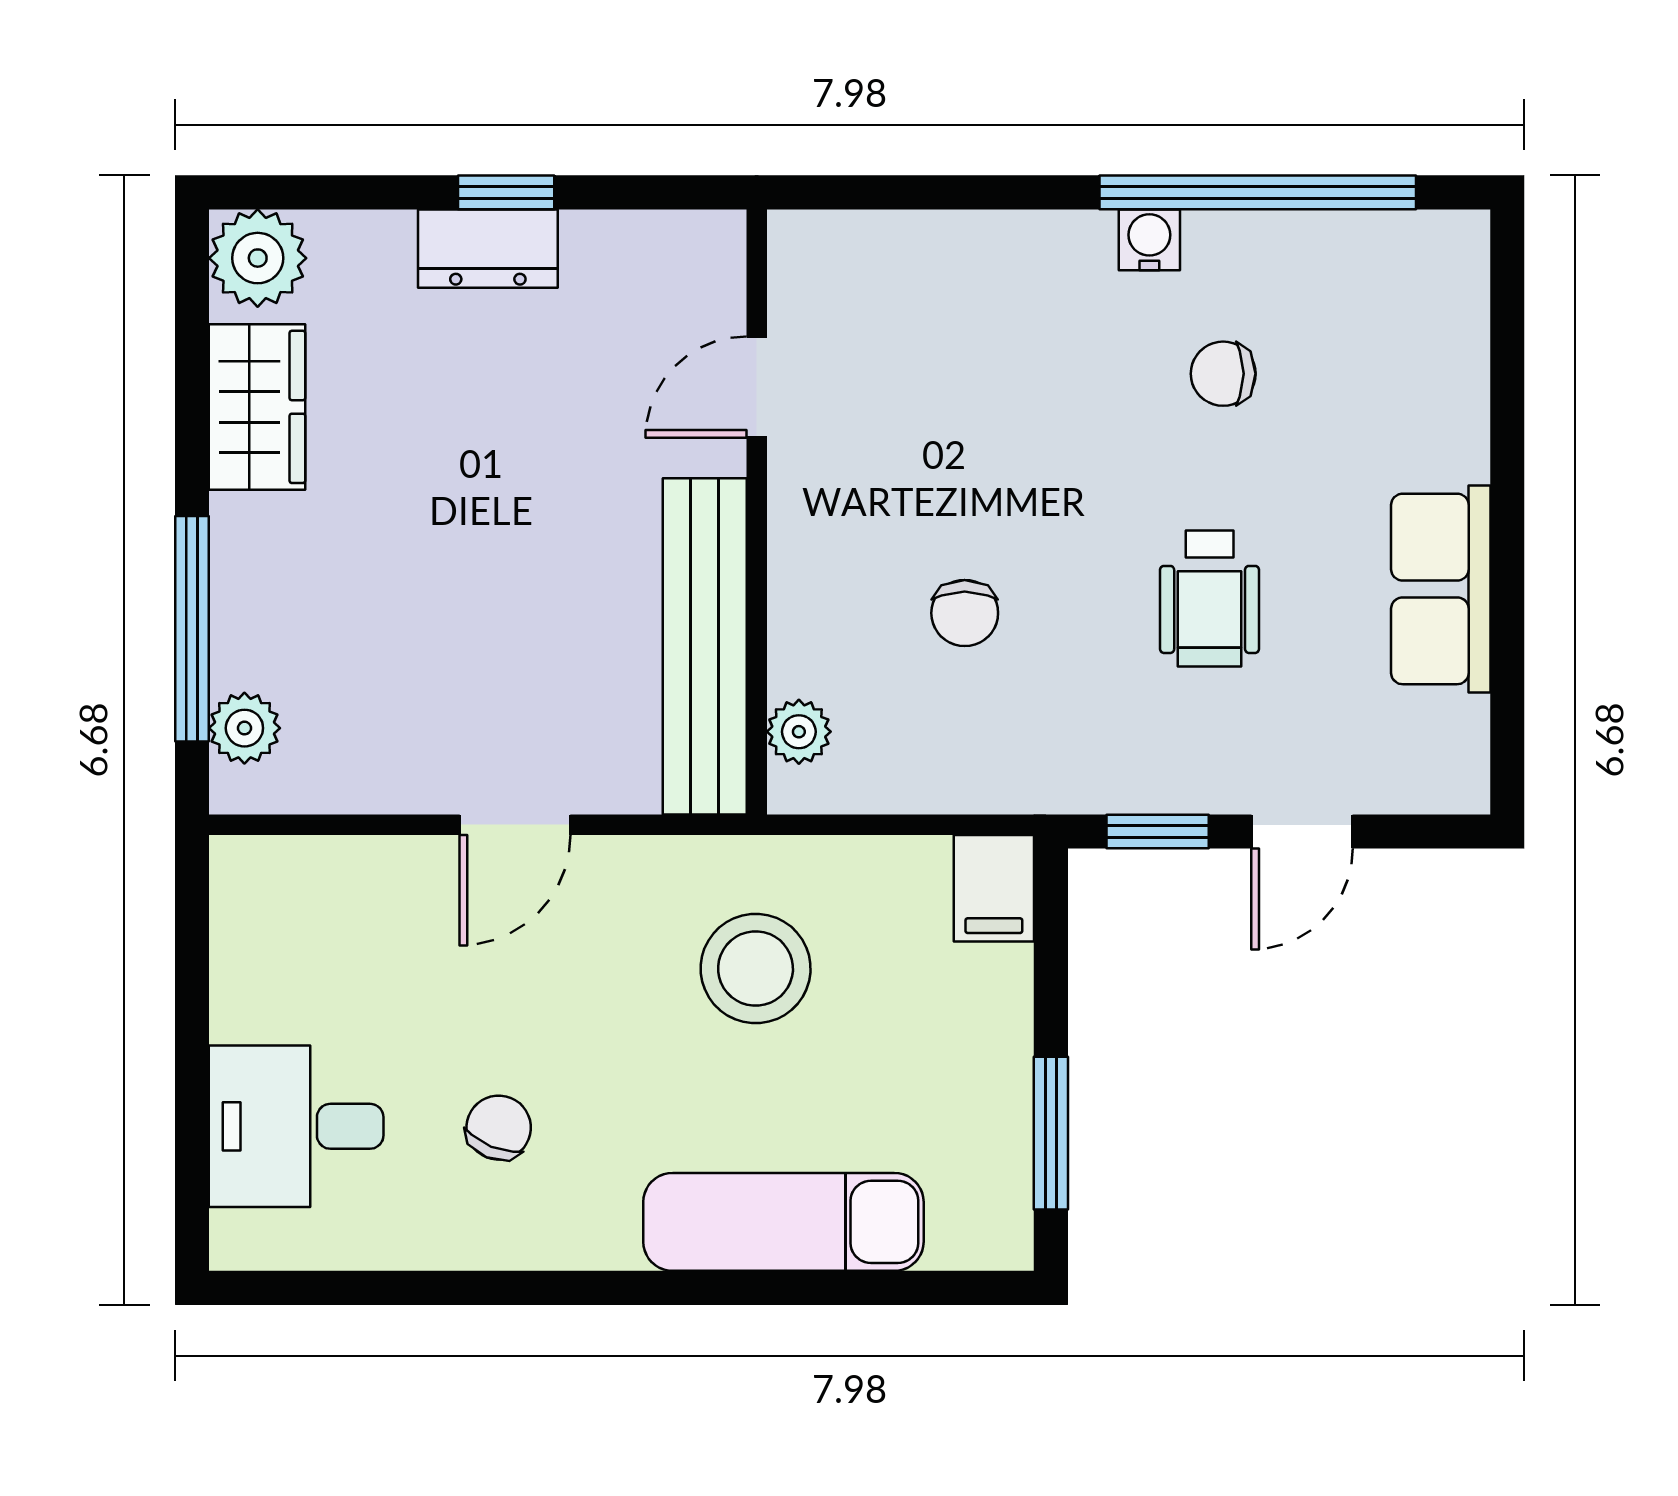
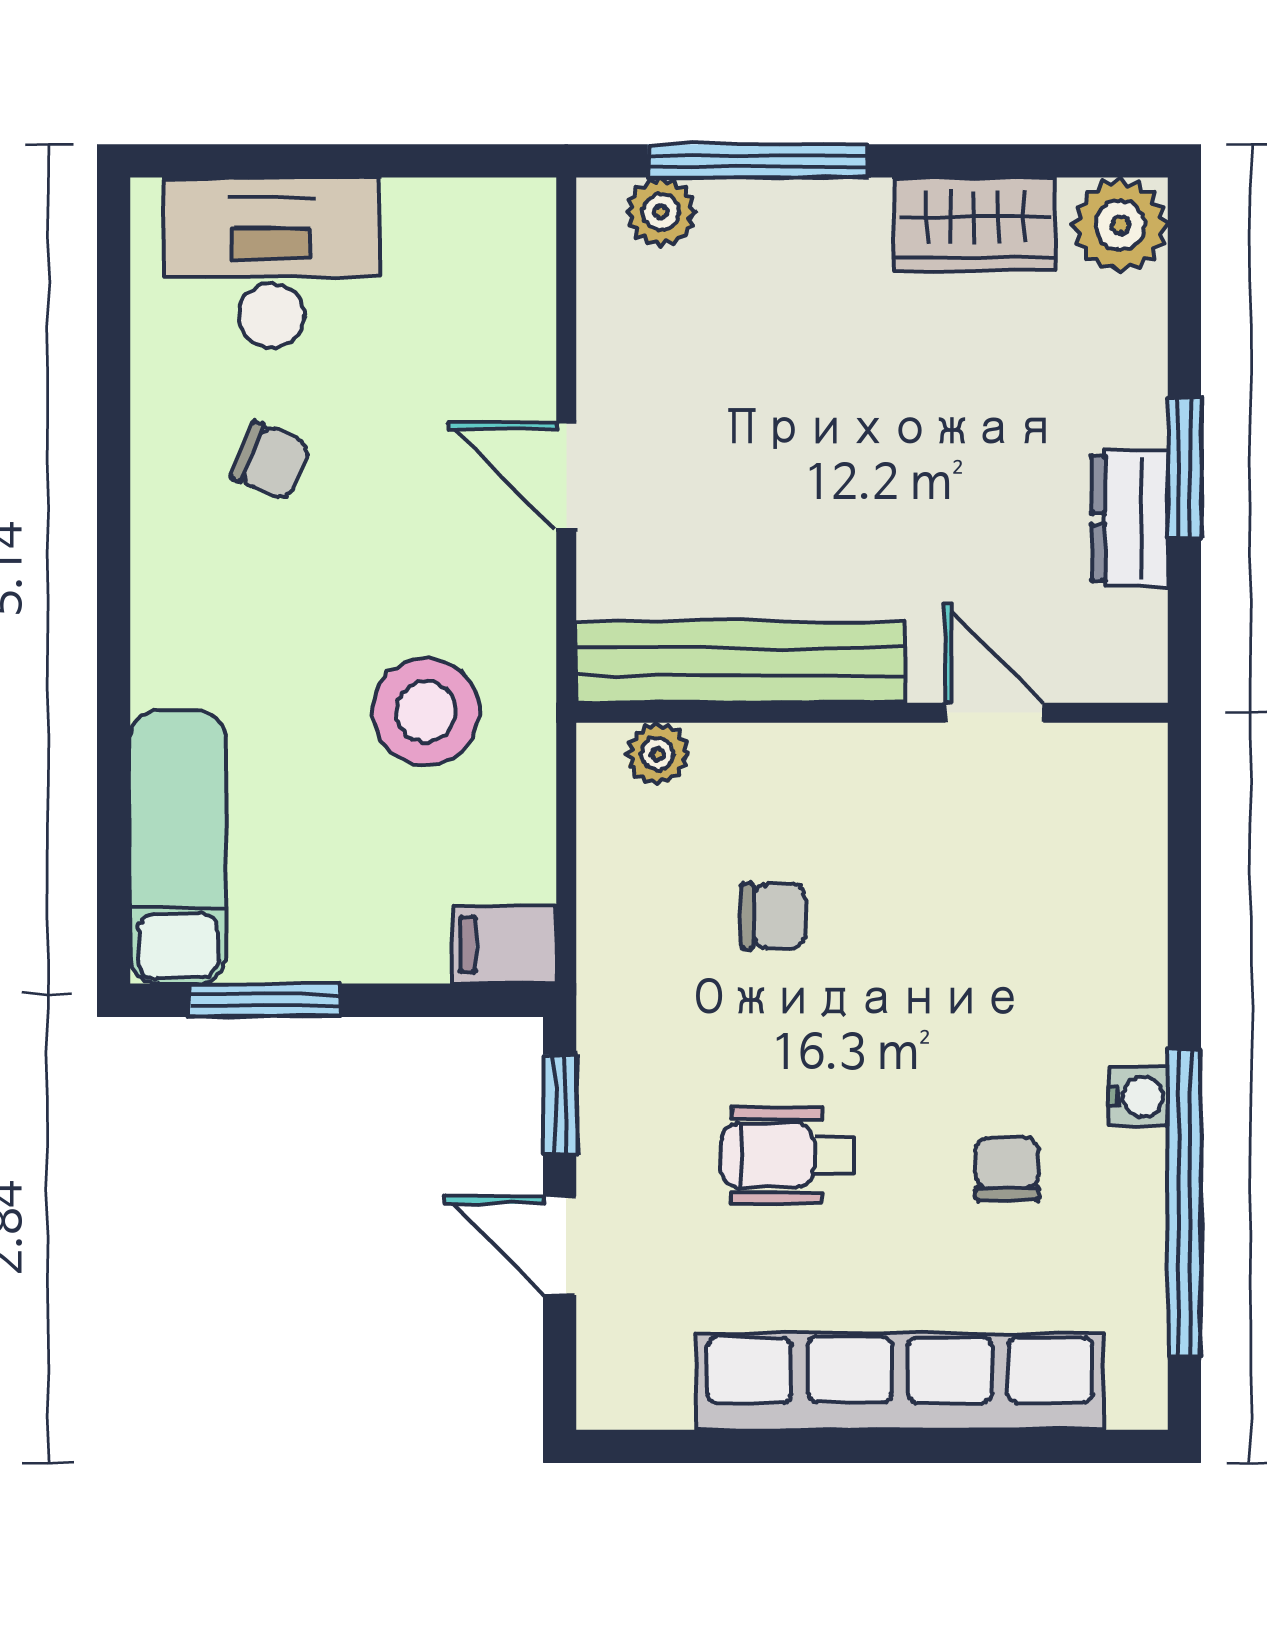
window: (506, 192) -> (1184, 468), width x1.50
dresser: (488, 249) -> (1129, 518), moved
row of seats: (1441, 589) -> (900, 1381), width x2.02
chair: (965, 613) -> (773, 916), turned 180
desk: (296, 1126) -> (272, 263), width x1.37
exam couch: (783, 1222) -> (178, 847), moved

